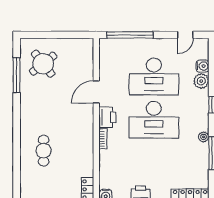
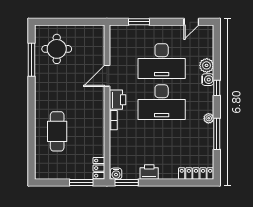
window: (130, 35) -> (139, 22), width x0.47
round table: (43, 64) -> (57, 49), turned 38
water cooler: (203, 66) -> (208, 80), moved
cafe table: (44, 151) -> (57, 131), width x1.37, depth x1.35

